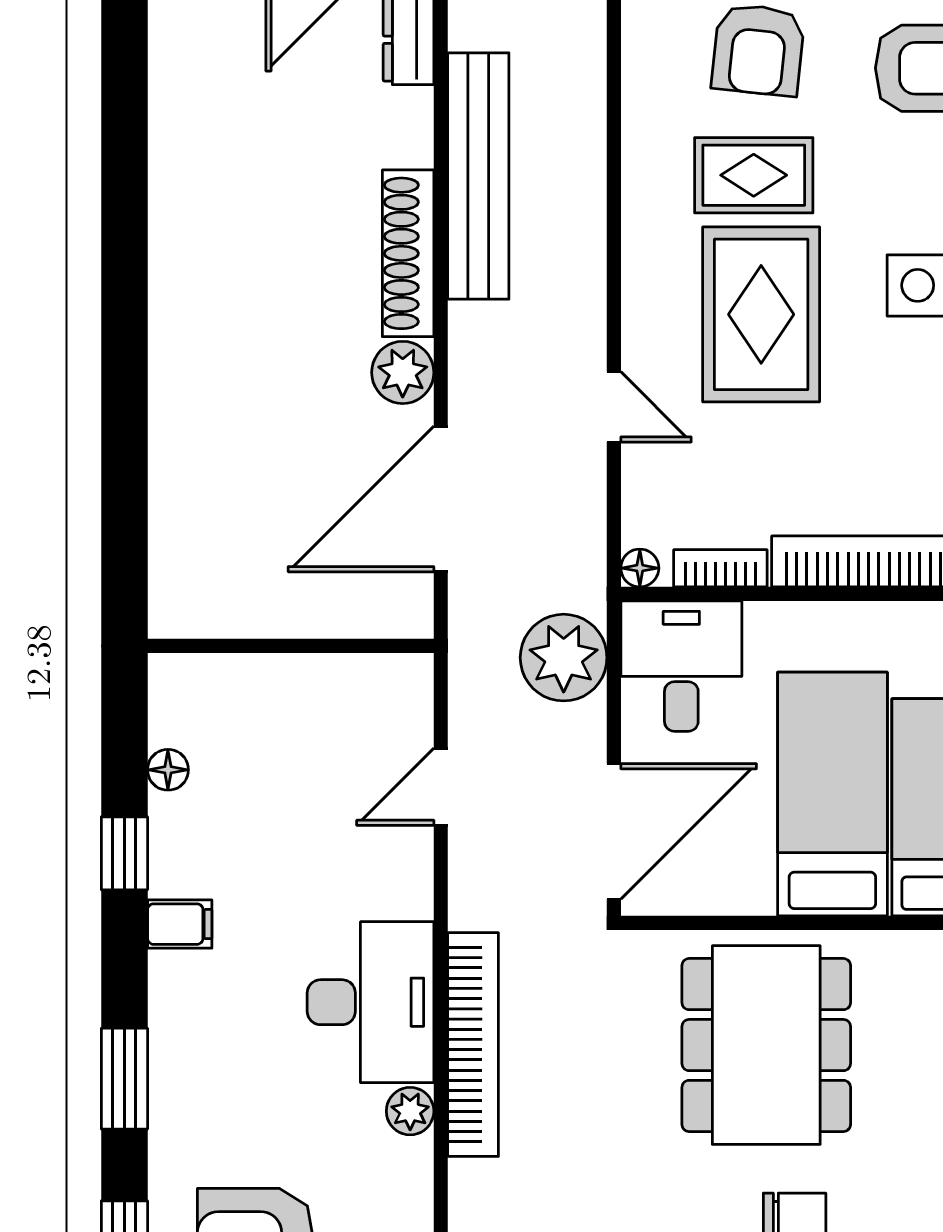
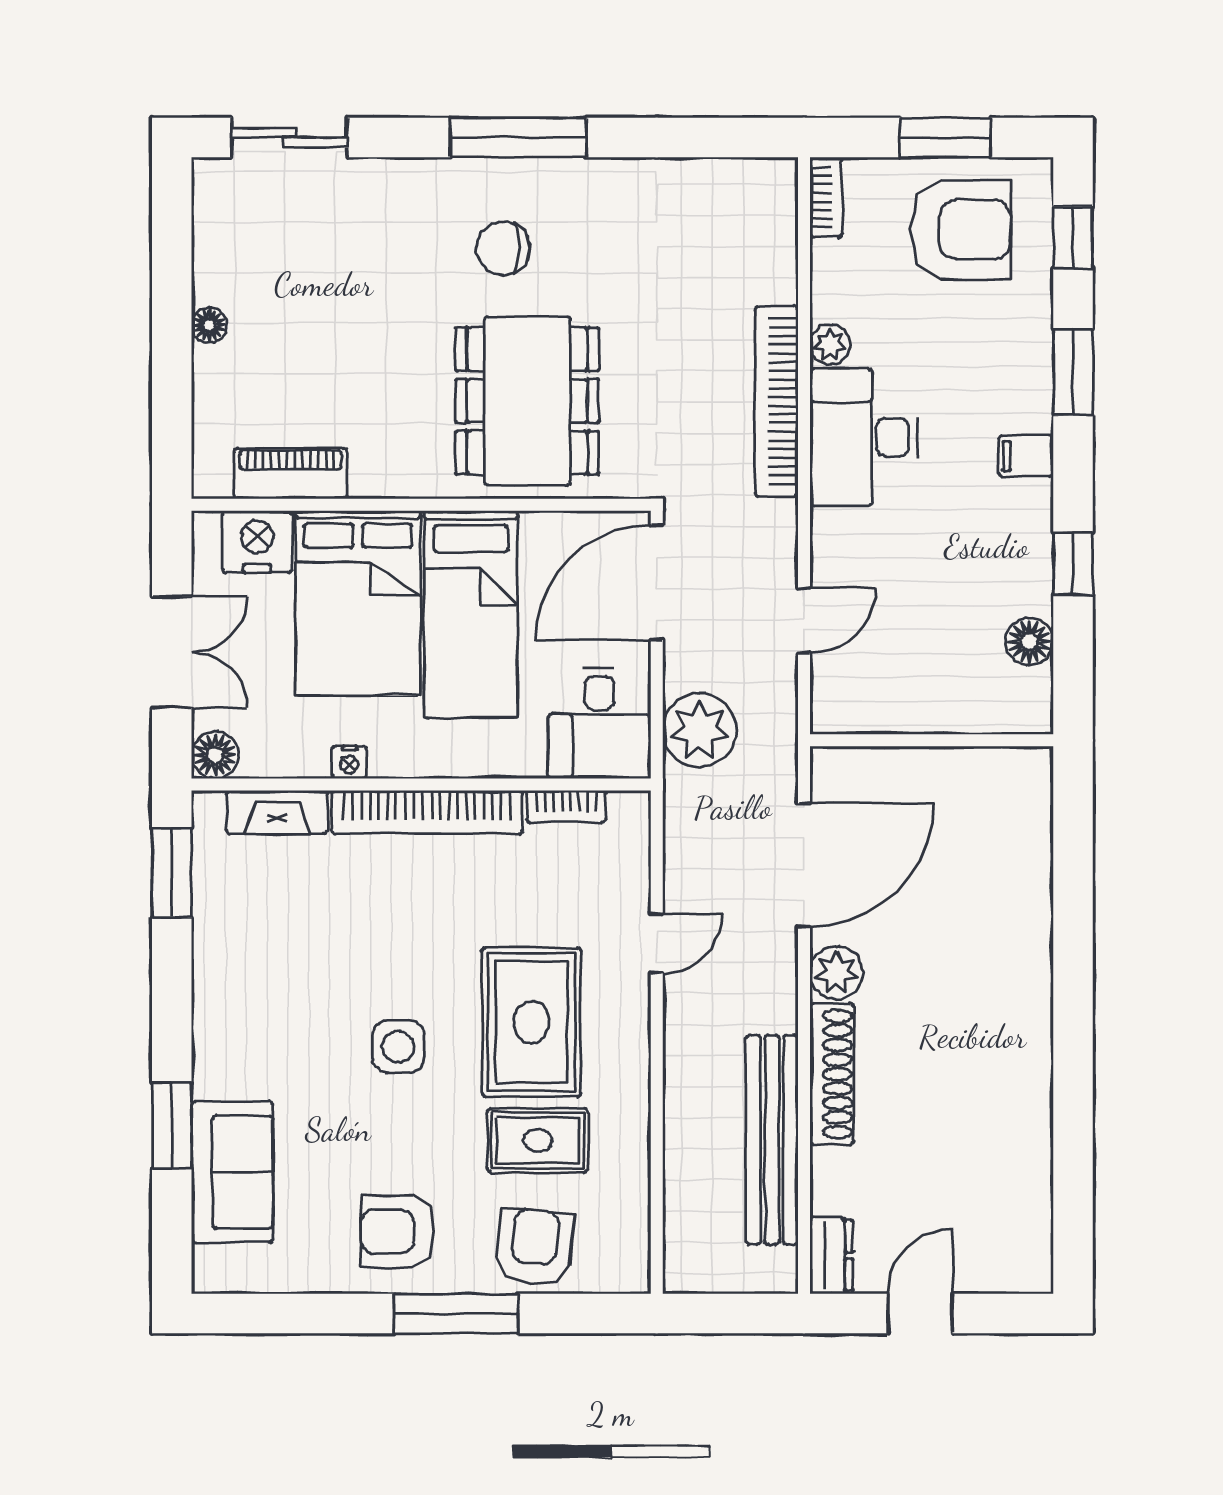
door: (614, 407) -> (657, 943), swing flipped
floor lamp: (640, 568) -> (635, 806), removed
floor lamp: (168, 770) -> (1029, 641), width x1.37, depth x1.37
filing cabinet: (180, 924) -> (1026, 456), moved

